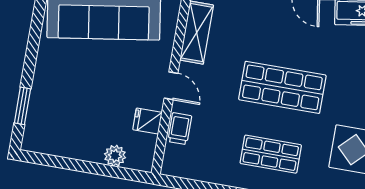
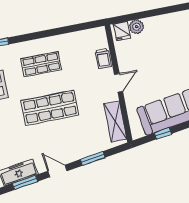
door: (171, 86) -> (119, 83), swing flipped
fridge: (147, 121) -> (122, 31), moved, turned 90

